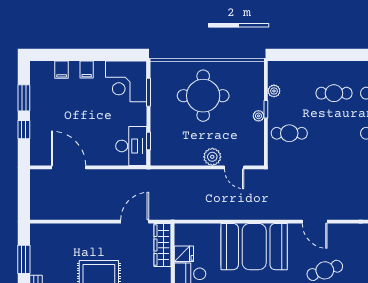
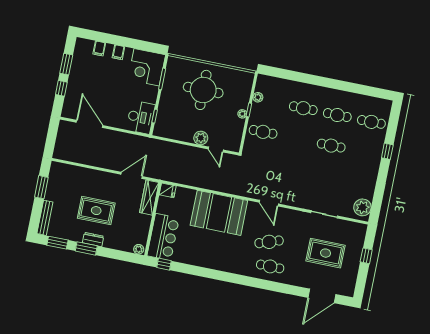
fridge: (184, 254) -> (168, 190), moved

